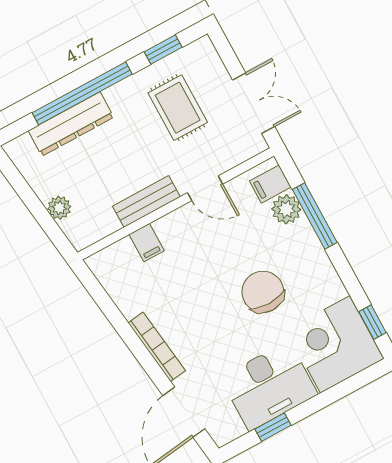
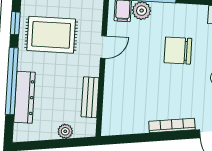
rug: (178, 108) -> (51, 35), width x1.36, depth x1.43
bench: (146, 202) -> (90, 97), moved
filing cabinet: (147, 243) -> (113, 96), removed

